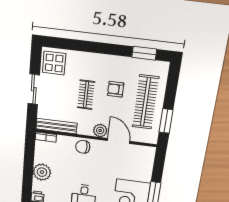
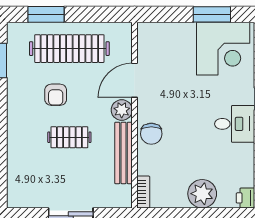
display table: (54, 63) -> (28, 188), removed
window: (166, 121) -> (46, 14), moved
bench: (56, 126) -> (124, 153), moved

